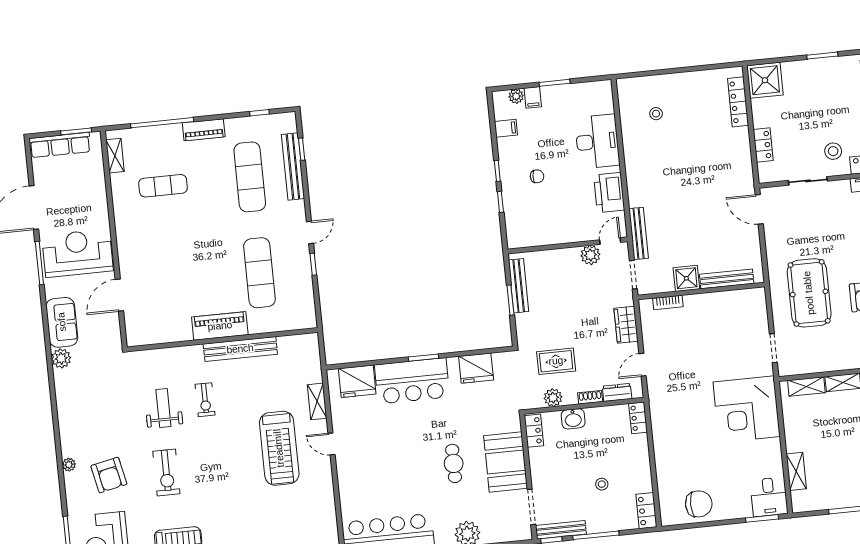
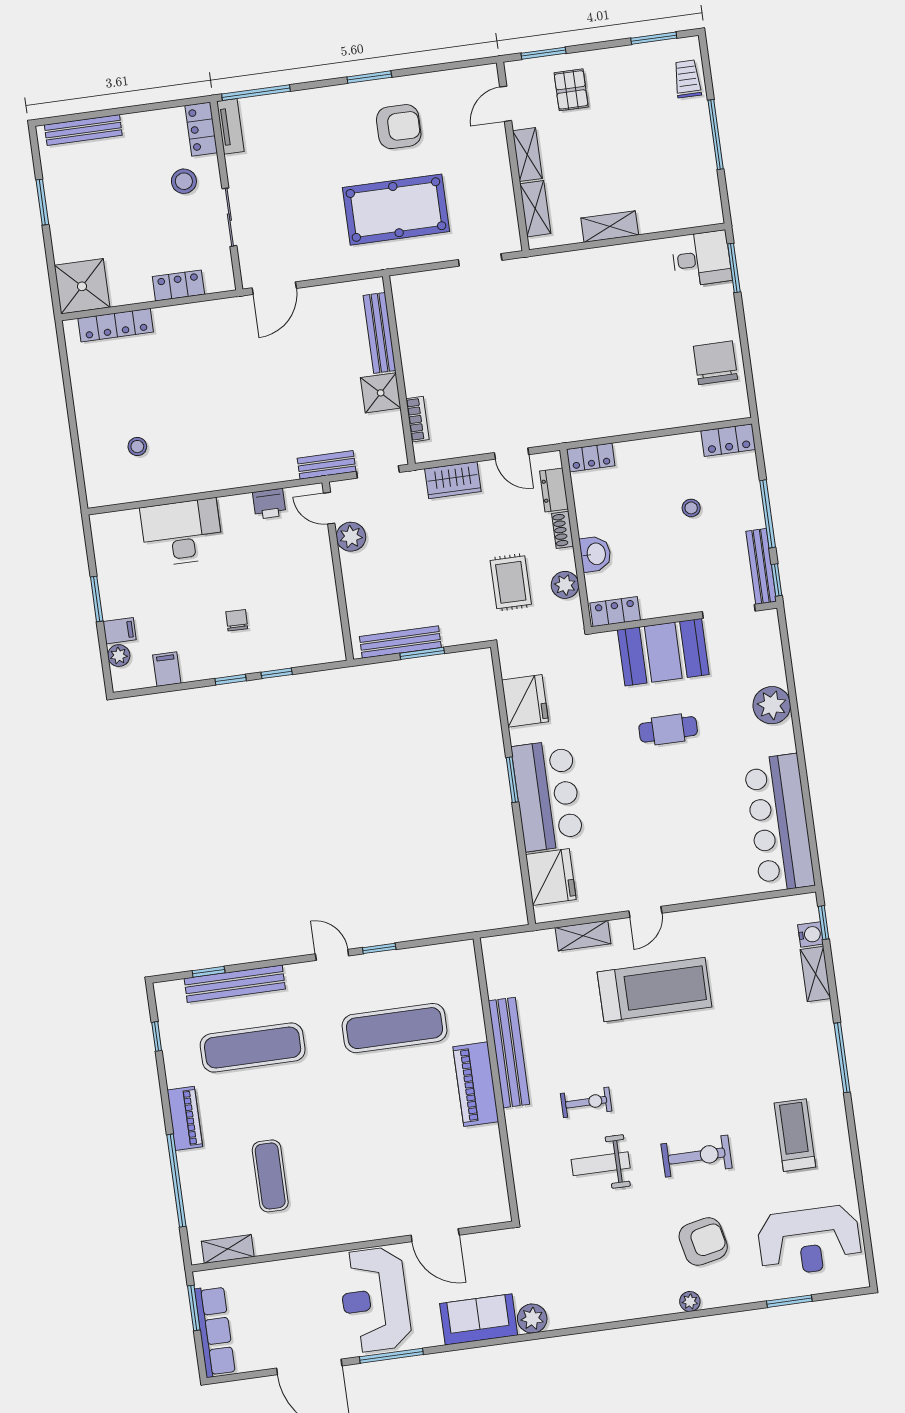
printer: (609, 192) -> (269, 504), width x0.53, depth x0.68
bench: (639, 233) -> (327, 465), width x0.73
corner desk: (747, 409) -> (572, 296), removed
shelving: (796, 471) -> (610, 227), moved

